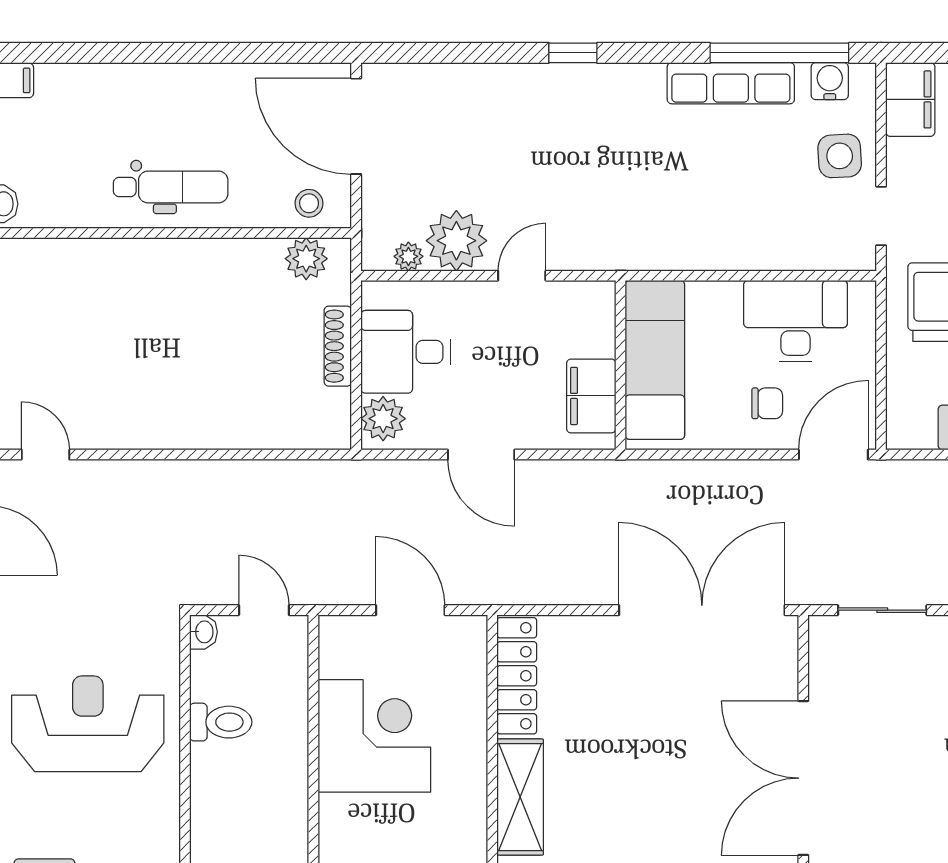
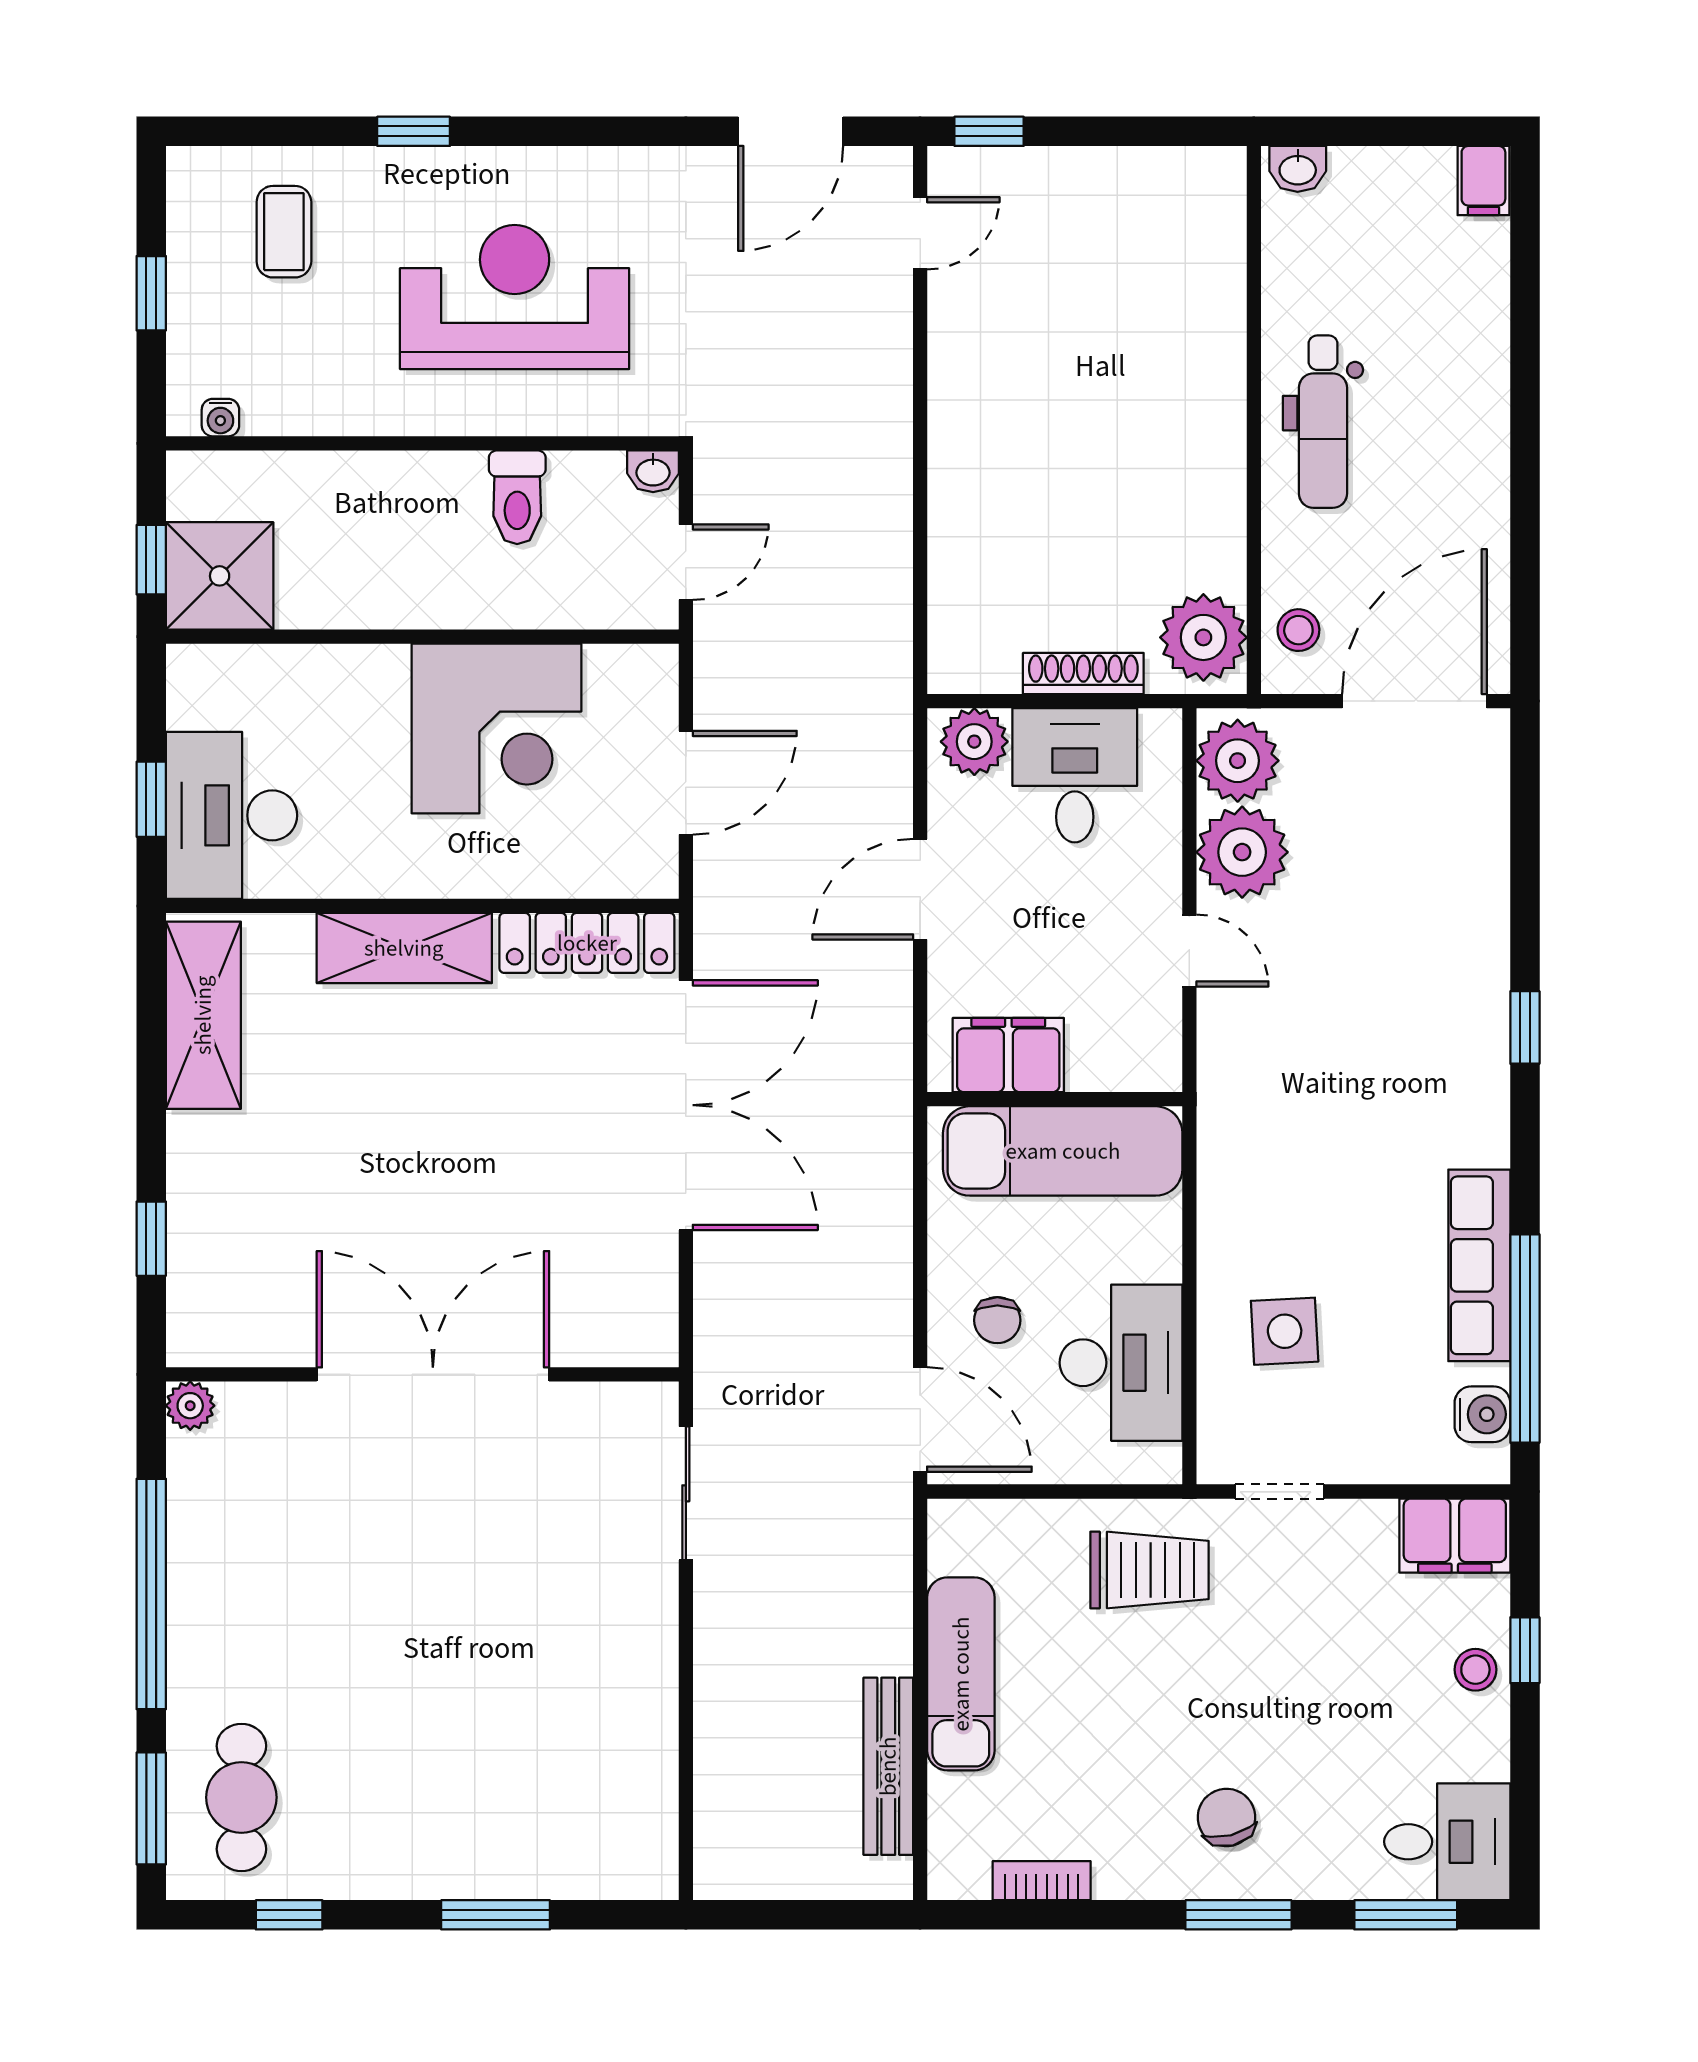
side table: (840, 156) -> (1285, 1331), moved
plant: (408, 256) -> (1238, 761), width x1.88, depth x1.88
plant: (306, 259) -> (1203, 637), width x1.36, depth x1.36
double door: (702, 610) -> (686, 1105), moved
reception desk: (88, 724) -> (515, 297), turned -90

